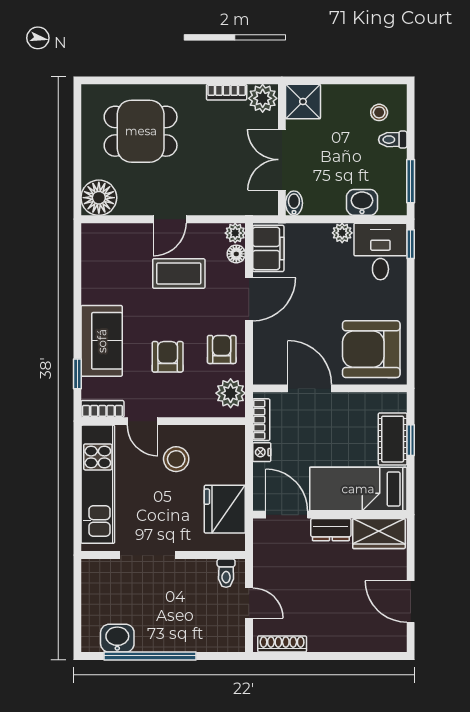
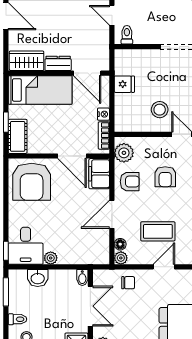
chair: (224, 195) -> (128, 283), added
filing cabinet: (268, 248) -> (99, 174), moved
armchair: (222, 349) -> (130, 182), turned -90
armchair: (371, 349) -> (32, 182), turned 90
cot: (393, 439) -> (18, 136), moved
fridge: (225, 509) -> (124, 84), width x0.53, depth x0.75

